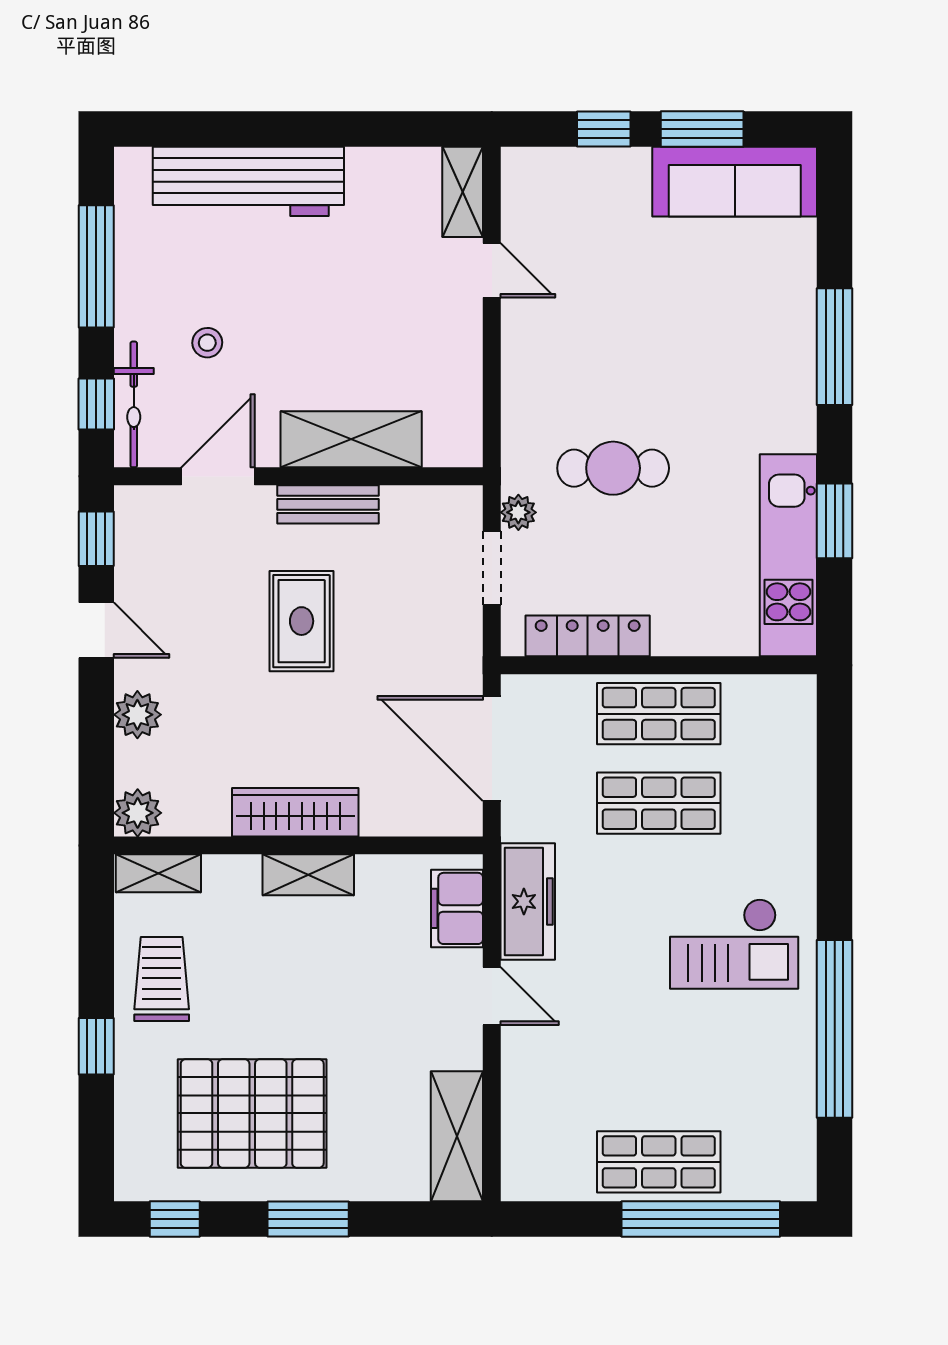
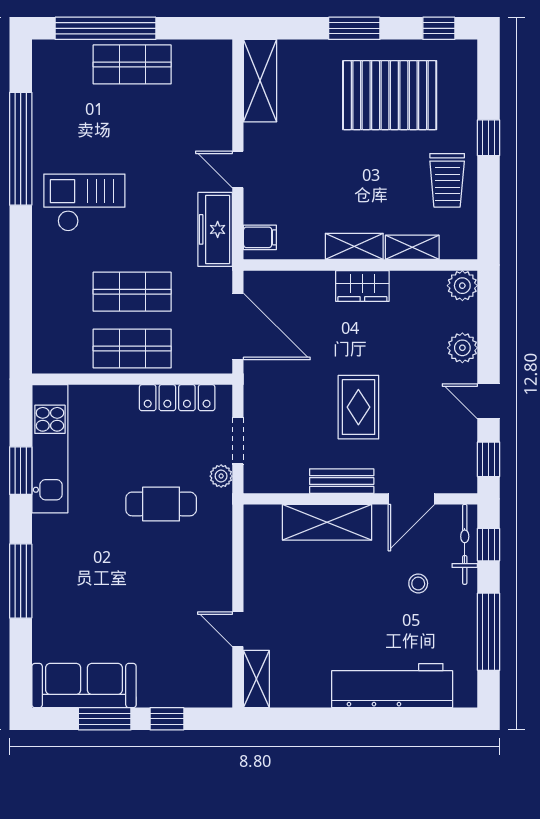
wardrobe: (295, 812) -> (362, 286), width x0.67
shelving: (158, 873) -> (412, 247), moved
filing cabinet: (457, 908) -> (260, 237), width x0.50

